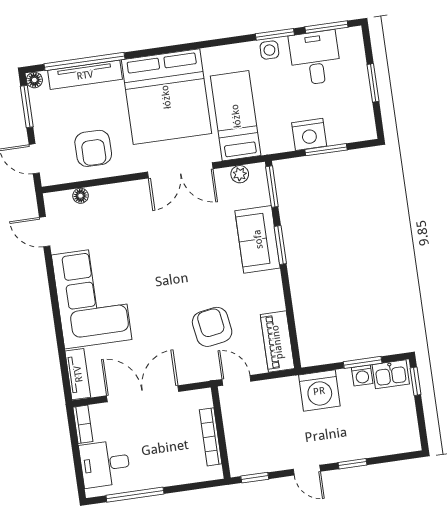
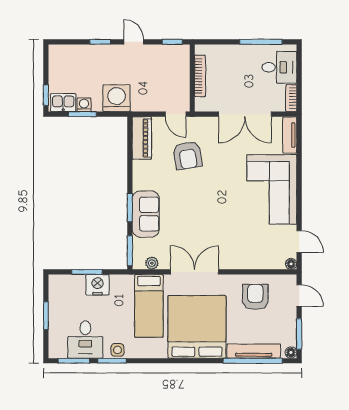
floor lamp: (81, 196) -> (291, 264), moved

